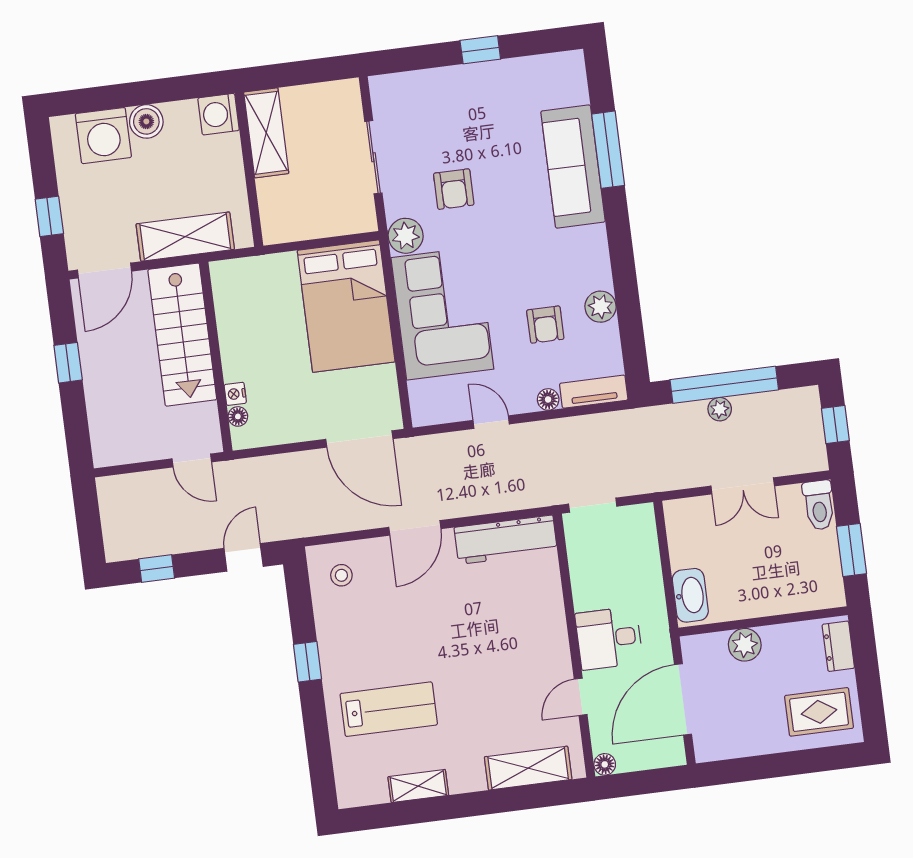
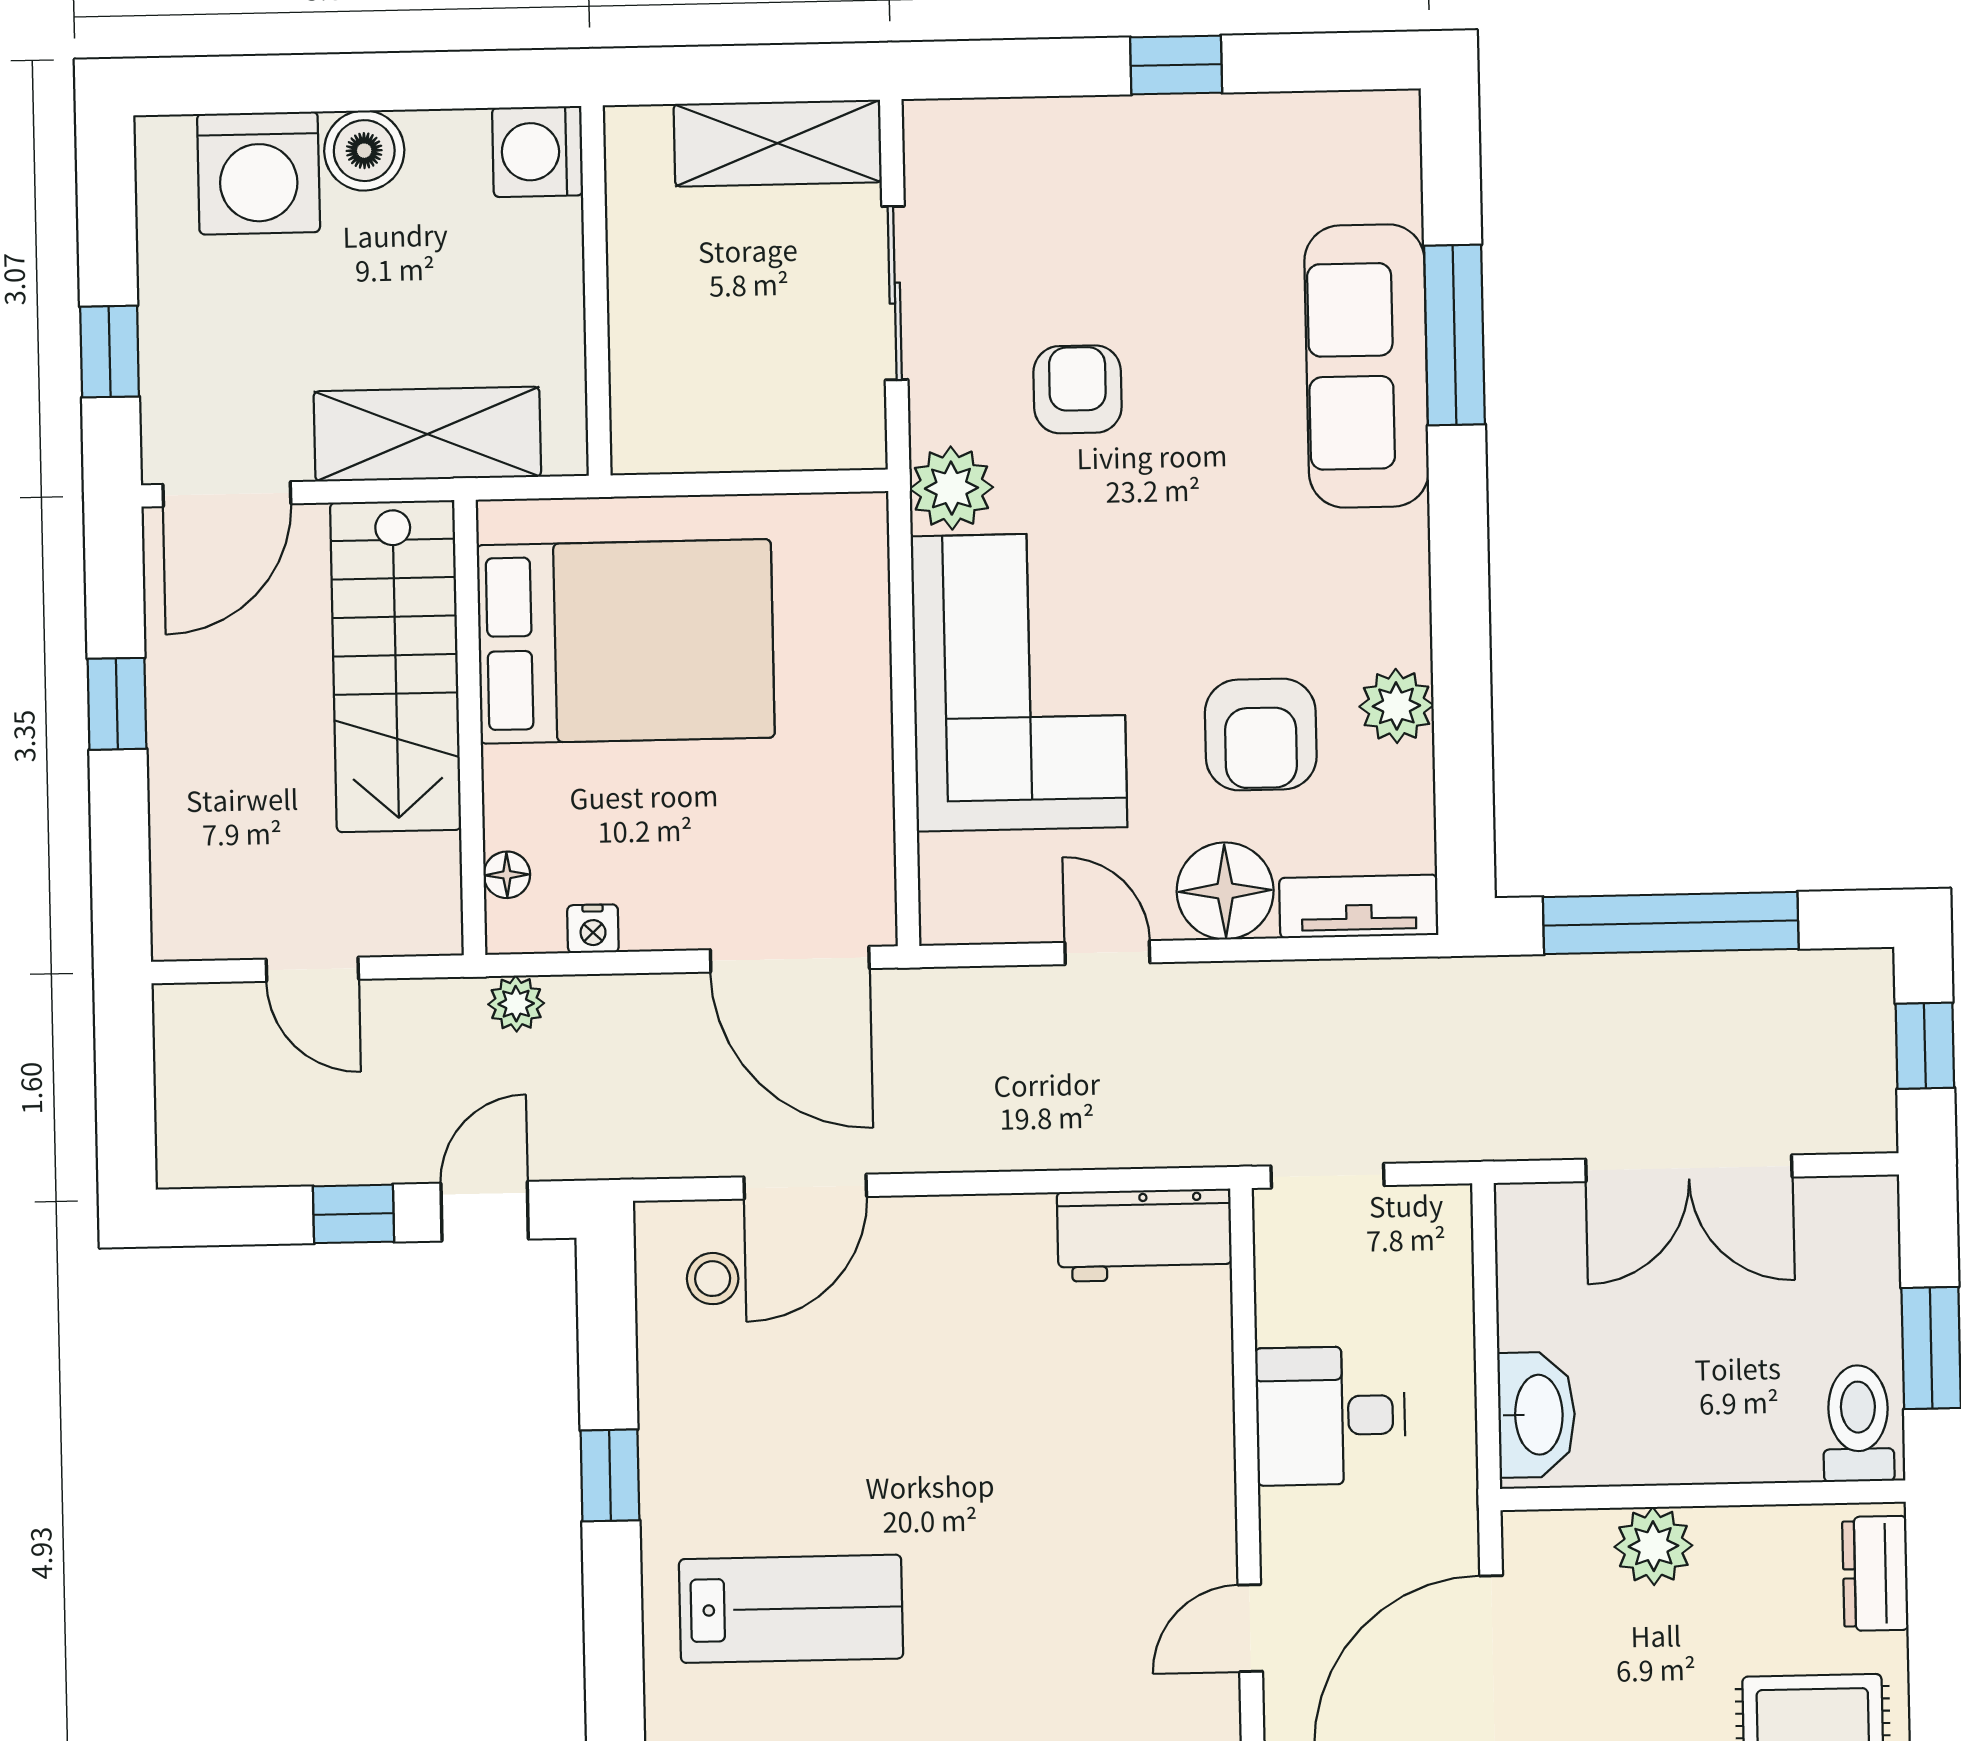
shelving: (266, 133) -> (778, 143), moved, turned 90
armchair: (454, 189) -> (1078, 389), turned 180
bed: (346, 306) -> (626, 641), moved, turned -90
armchair: (545, 325) -> (1261, 735), width x1.38, depth x1.38
nightstand: (235, 394) -> (593, 929), moved, turned -90
floor lamp: (548, 399) -> (1225, 891), width x1.89, depth x1.89
plant: (720, 409) -> (516, 1004), moved
door: (192, 460) -> (312, 969), moved
double door: (743, 486) -> (1689, 1168), width x1.37
toilet: (819, 505) -> (1858, 1423), moved, turned 180
door: (415, 528) -> (805, 1187), moved
workbench: (506, 540) -> (1144, 1235), width x0.73
window: (157, 569) -> (354, 1214), moved
desk: (609, 638) -> (1331, 1416), moved

